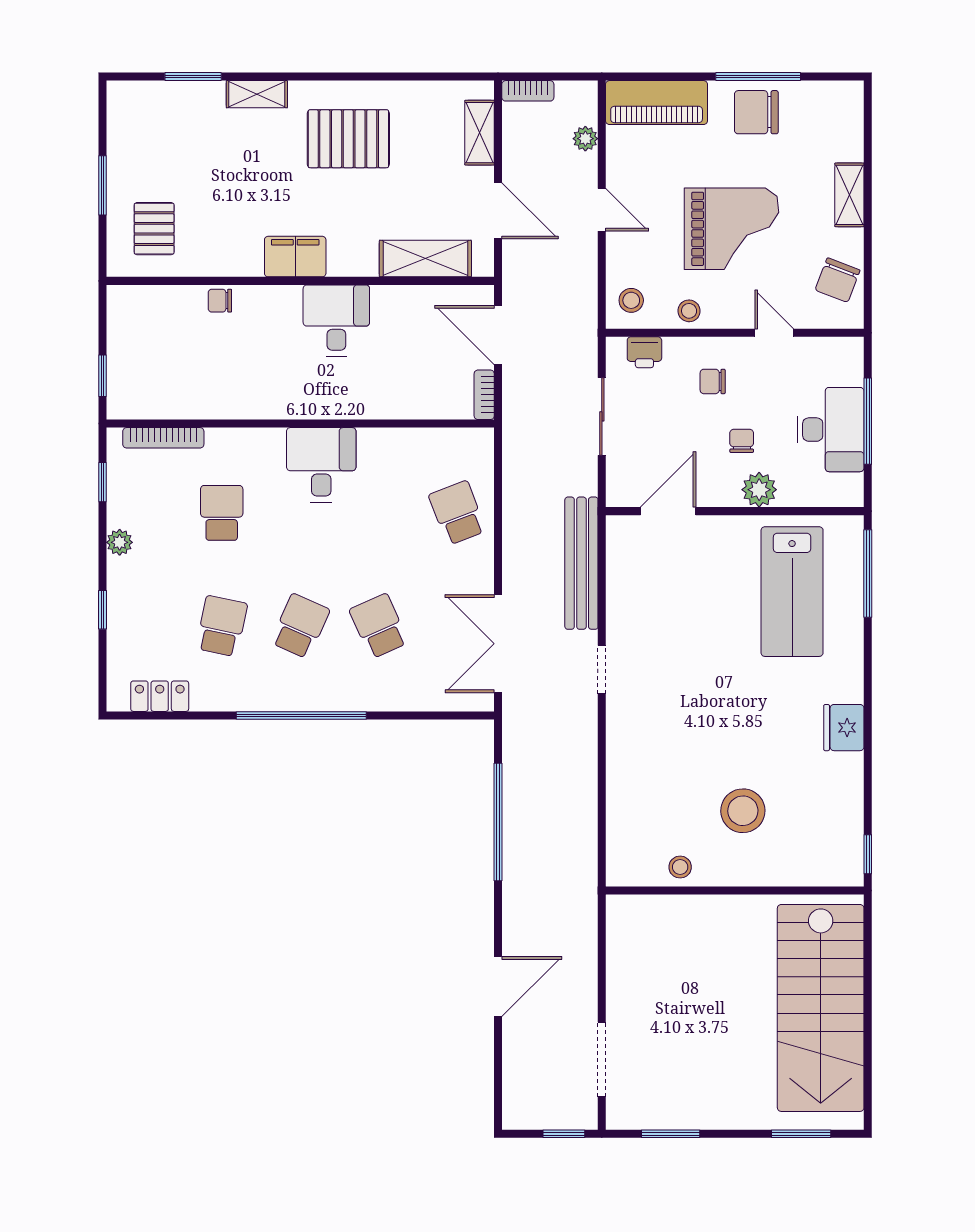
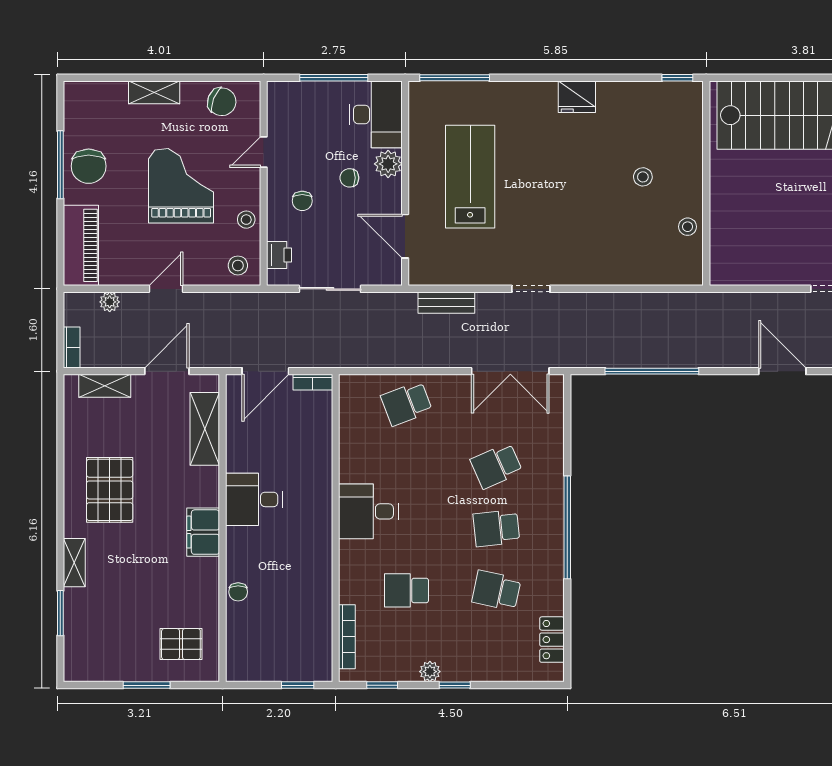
desk: (831, 430) -> (376, 114), moved, turned 90
bench: (581, 563) -> (446, 303), width x0.54, depth x0.82
lab bench: (792, 592) -> (470, 177), moved, turned -90
window: (102, 610) -> (455, 685), moved
school desk: (300, 626) -> (496, 528), turned -30
stool: (743, 811) -> (643, 177), width x0.53, depth x0.53

